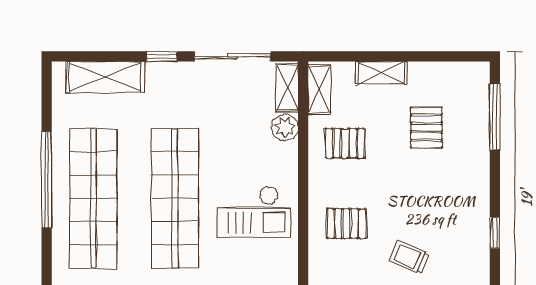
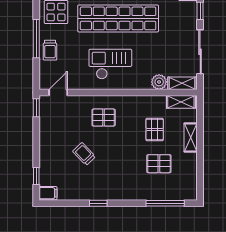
pallet: (345, 143) -> (155, 129), moved
checkout: (254, 212) -> (110, 64), turned 90
pallet: (346, 224) -> (104, 118), turned 90
trolley: (410, 257) -> (84, 154), turned -67

